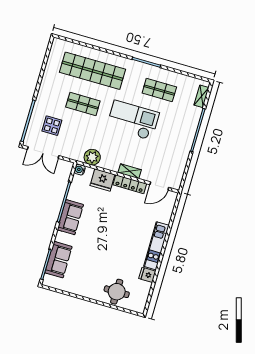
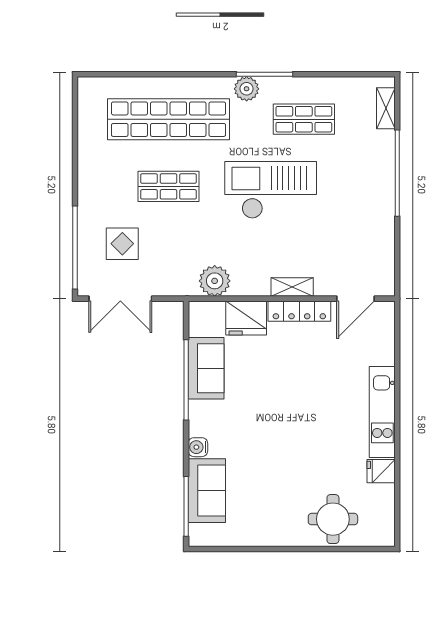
plant: (135, 67) -> (247, 89), added
water cooler: (80, 170) -> (198, 447), moved
sofa: (70, 217) -> (206, 368), moved

